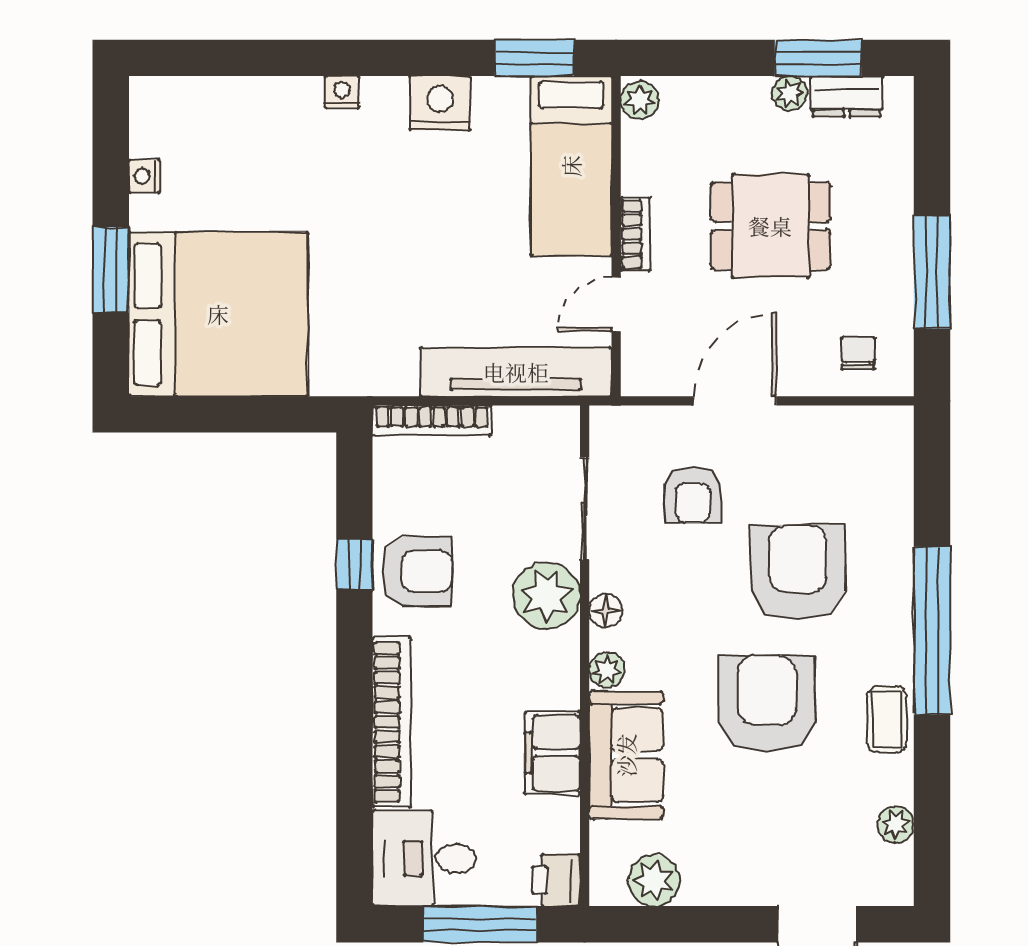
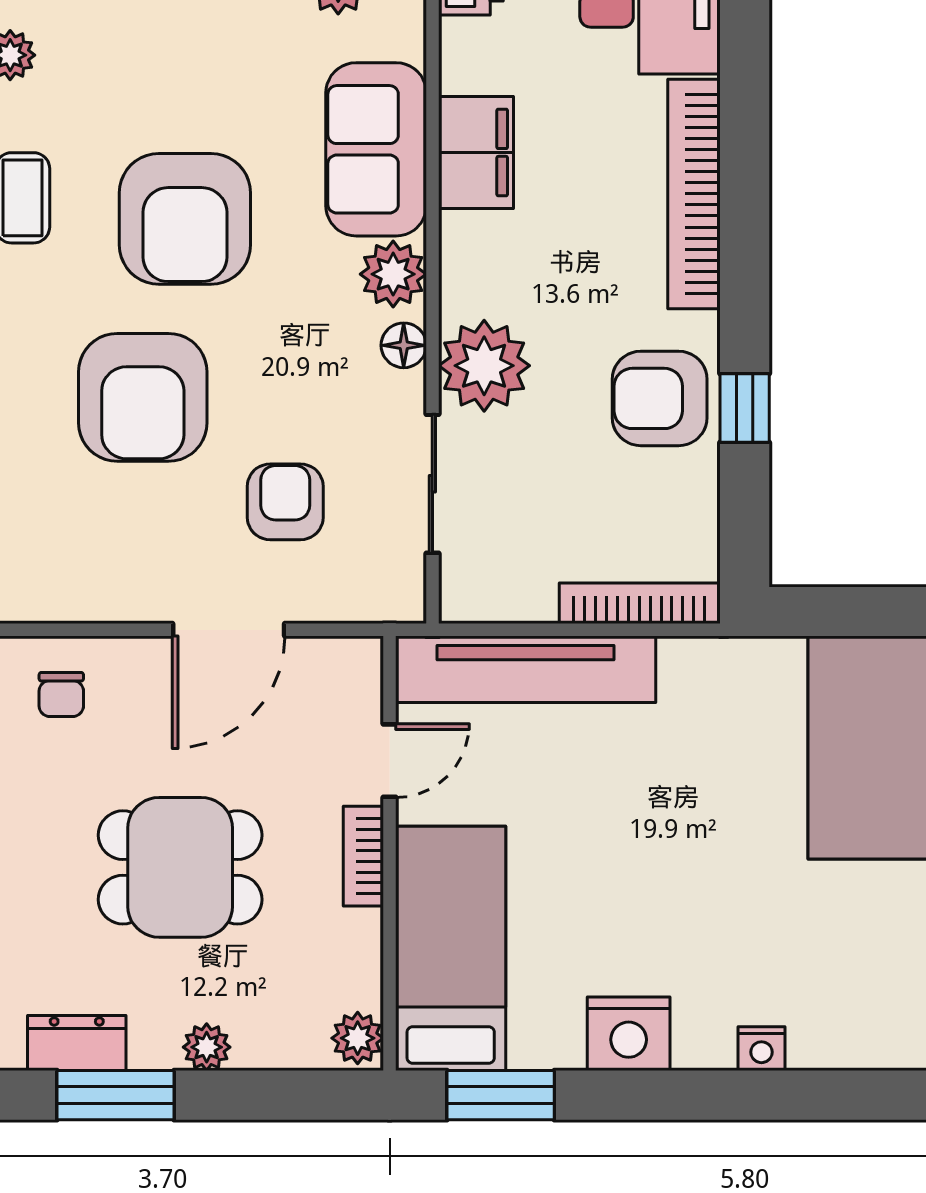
plant: (789, 93) -> (207, 1047), moved
plant: (607, 670) -> (393, 274), width x1.38, depth x1.38

